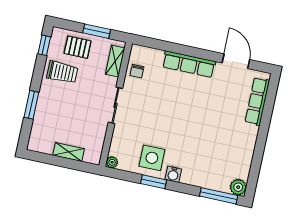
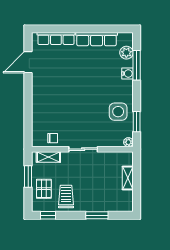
row of seats: (189, 64) -> (97, 39), moved, turned 90
water cooler: (173, 174) -> (127, 73), moved
window: (154, 182) -> (137, 122), moved
plant: (238, 187) -> (126, 53), moved
window: (219, 196) -> (137, 65), moved

